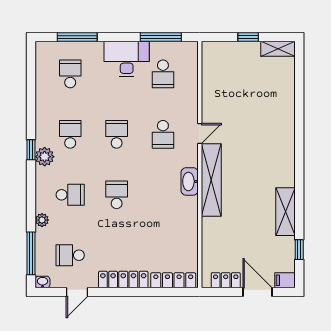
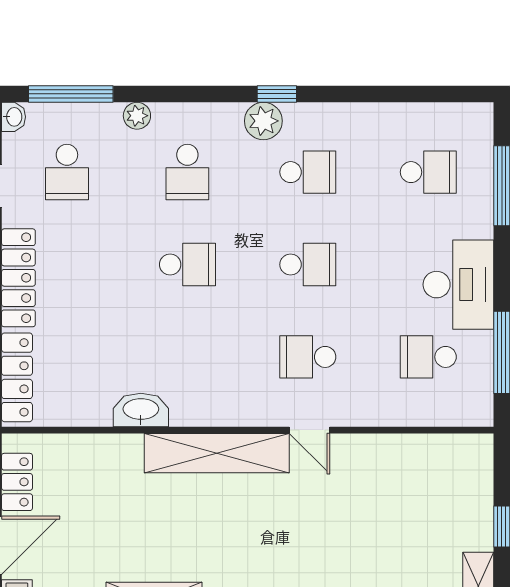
washbasin: (190, 181) -> (141, 410), moved
school desk: (70, 255) -> (67, 172), turned 180

